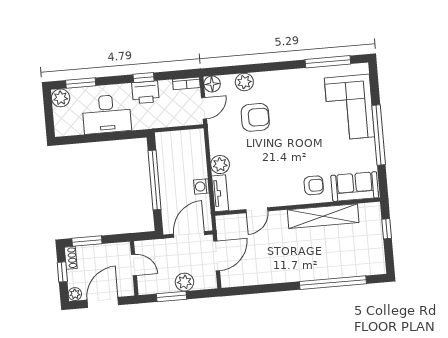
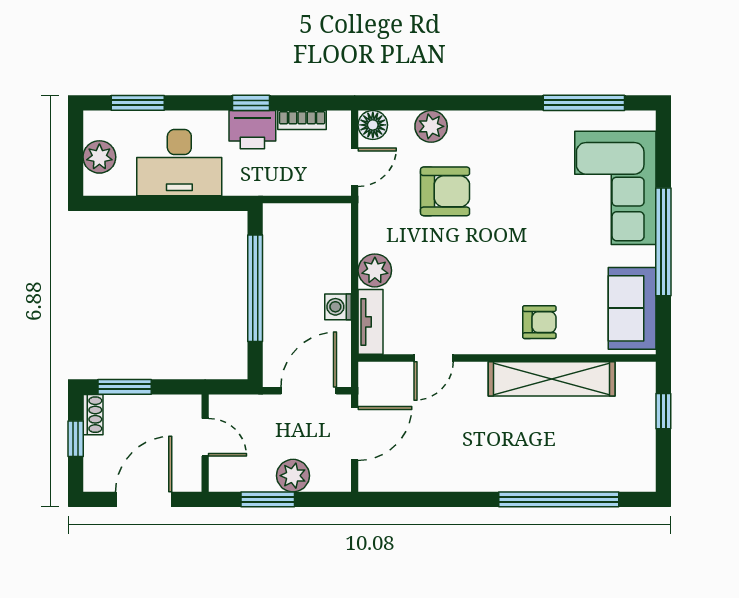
bookcase: (186, 83) -> (302, 120), moved
plant: (61, 98) -> (99, 157), moved
sofa: (355, 187) -> (632, 308), moved, turned -90
plant: (75, 294) -> (95, 480), removed

